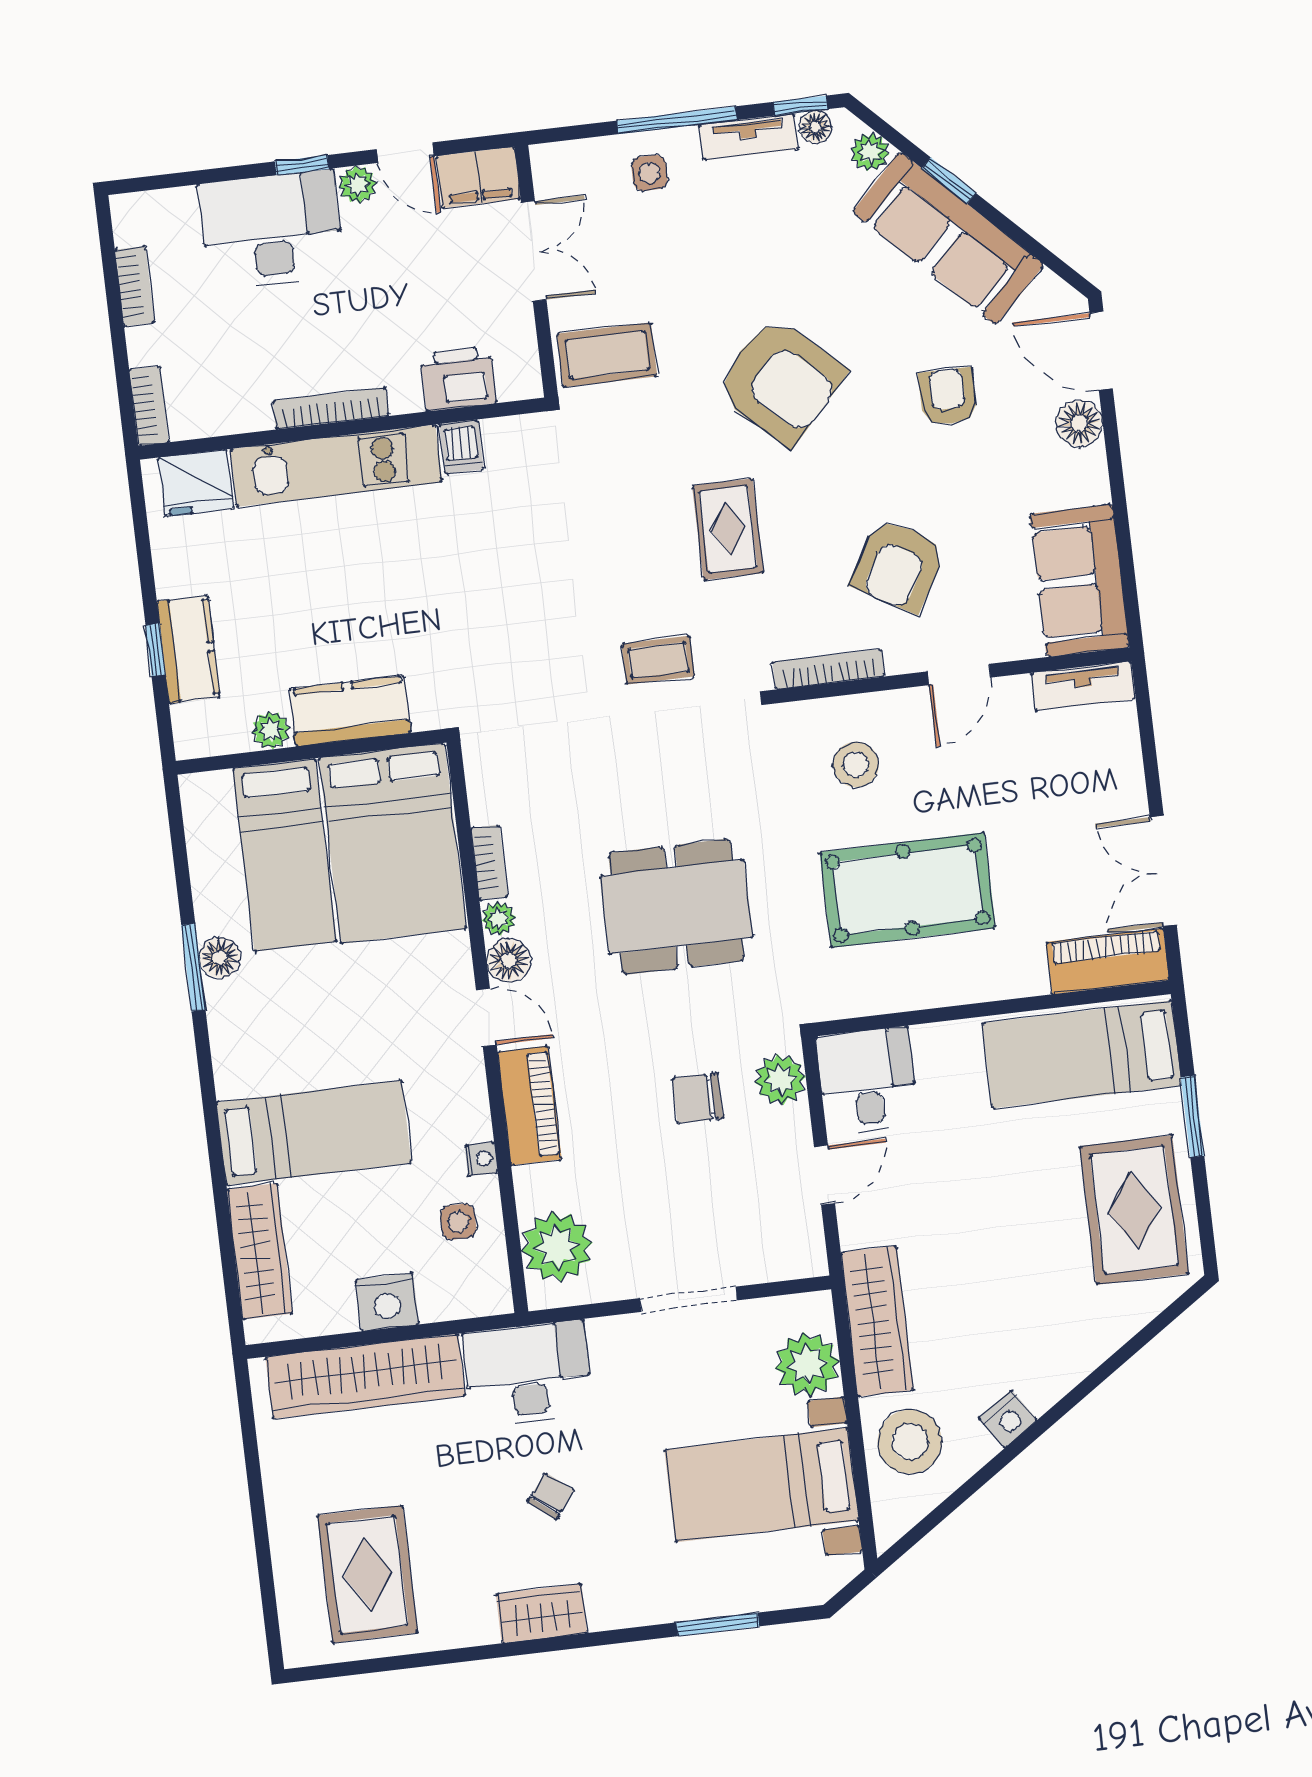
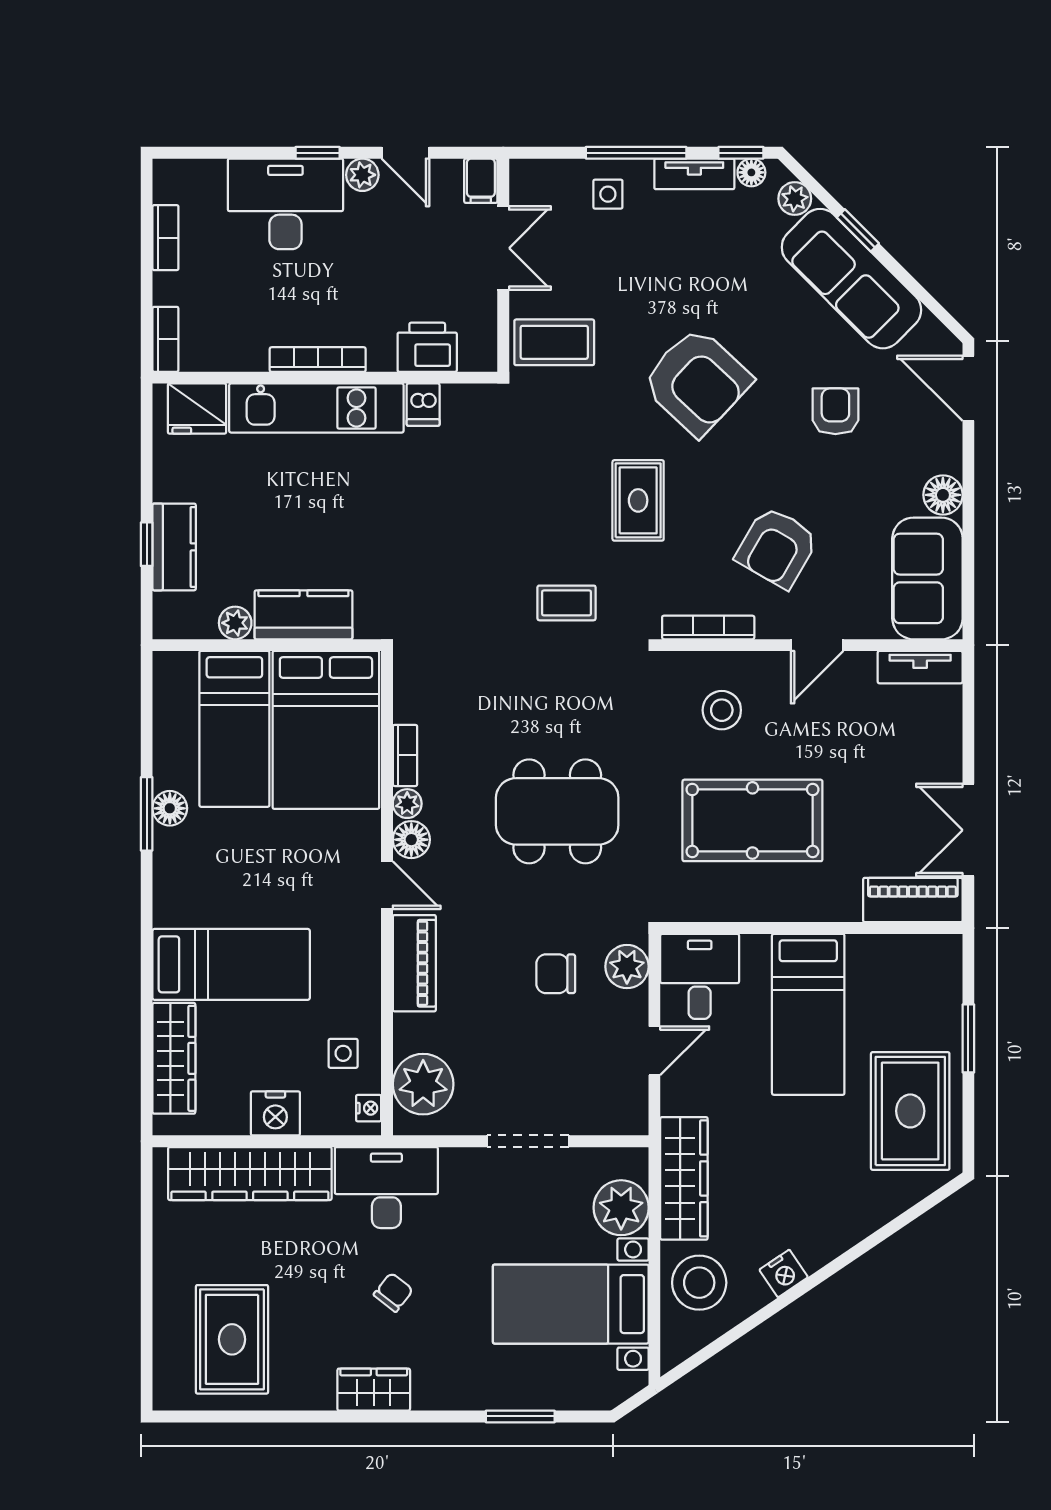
filing cabinet: (478, 177) -> (481, 181), width x0.50
floor lamp: (1079, 423) -> (943, 495), moved
bed: (1082, 1054) -> (808, 1014), moved, turned -90
nightstand: (481, 1159) -> (369, 1108), moved

